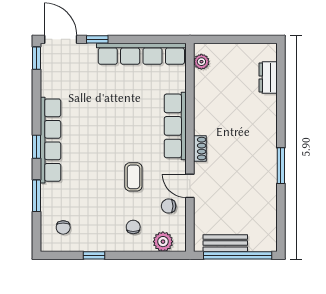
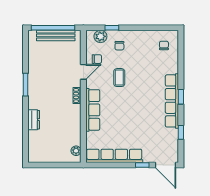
window: (36, 58) -> (181, 132), moved
dresser: (268, 78) -> (34, 120), moved
door: (190, 186) -> (83, 72), hinge flipped
window: (36, 196) -> (181, 66), removed
bench: (225, 243) -> (56, 35), width x1.36
window: (94, 255) -> (112, 28), moved

